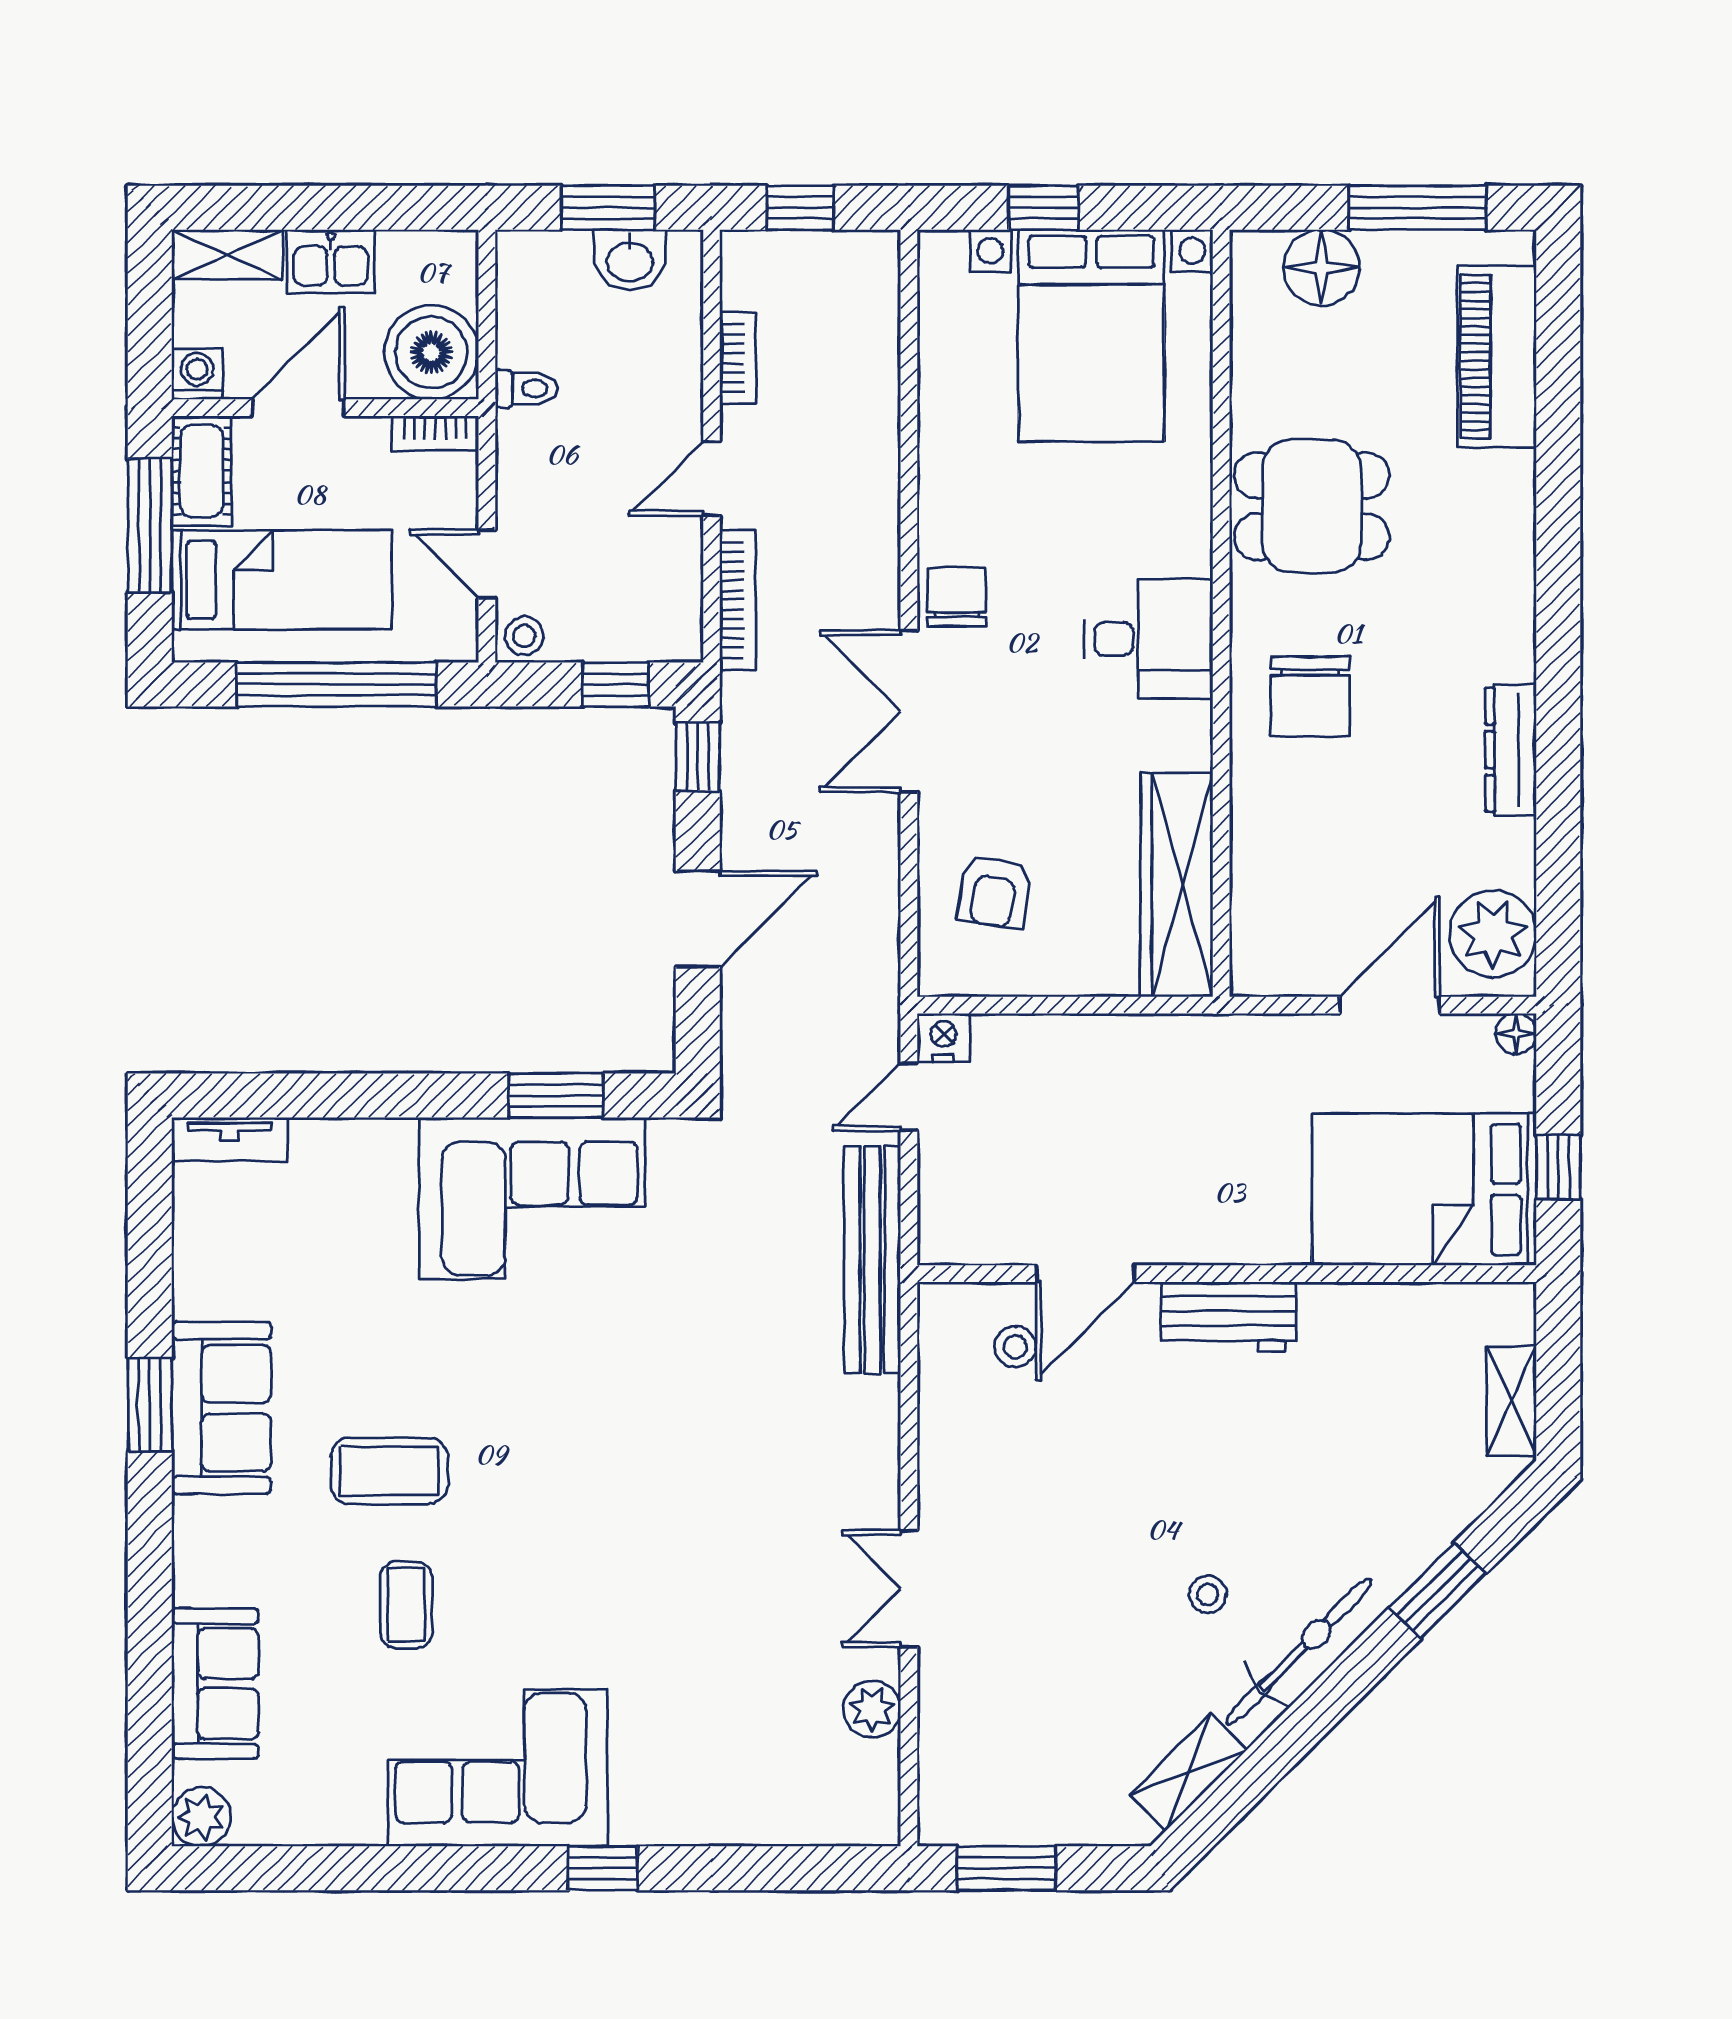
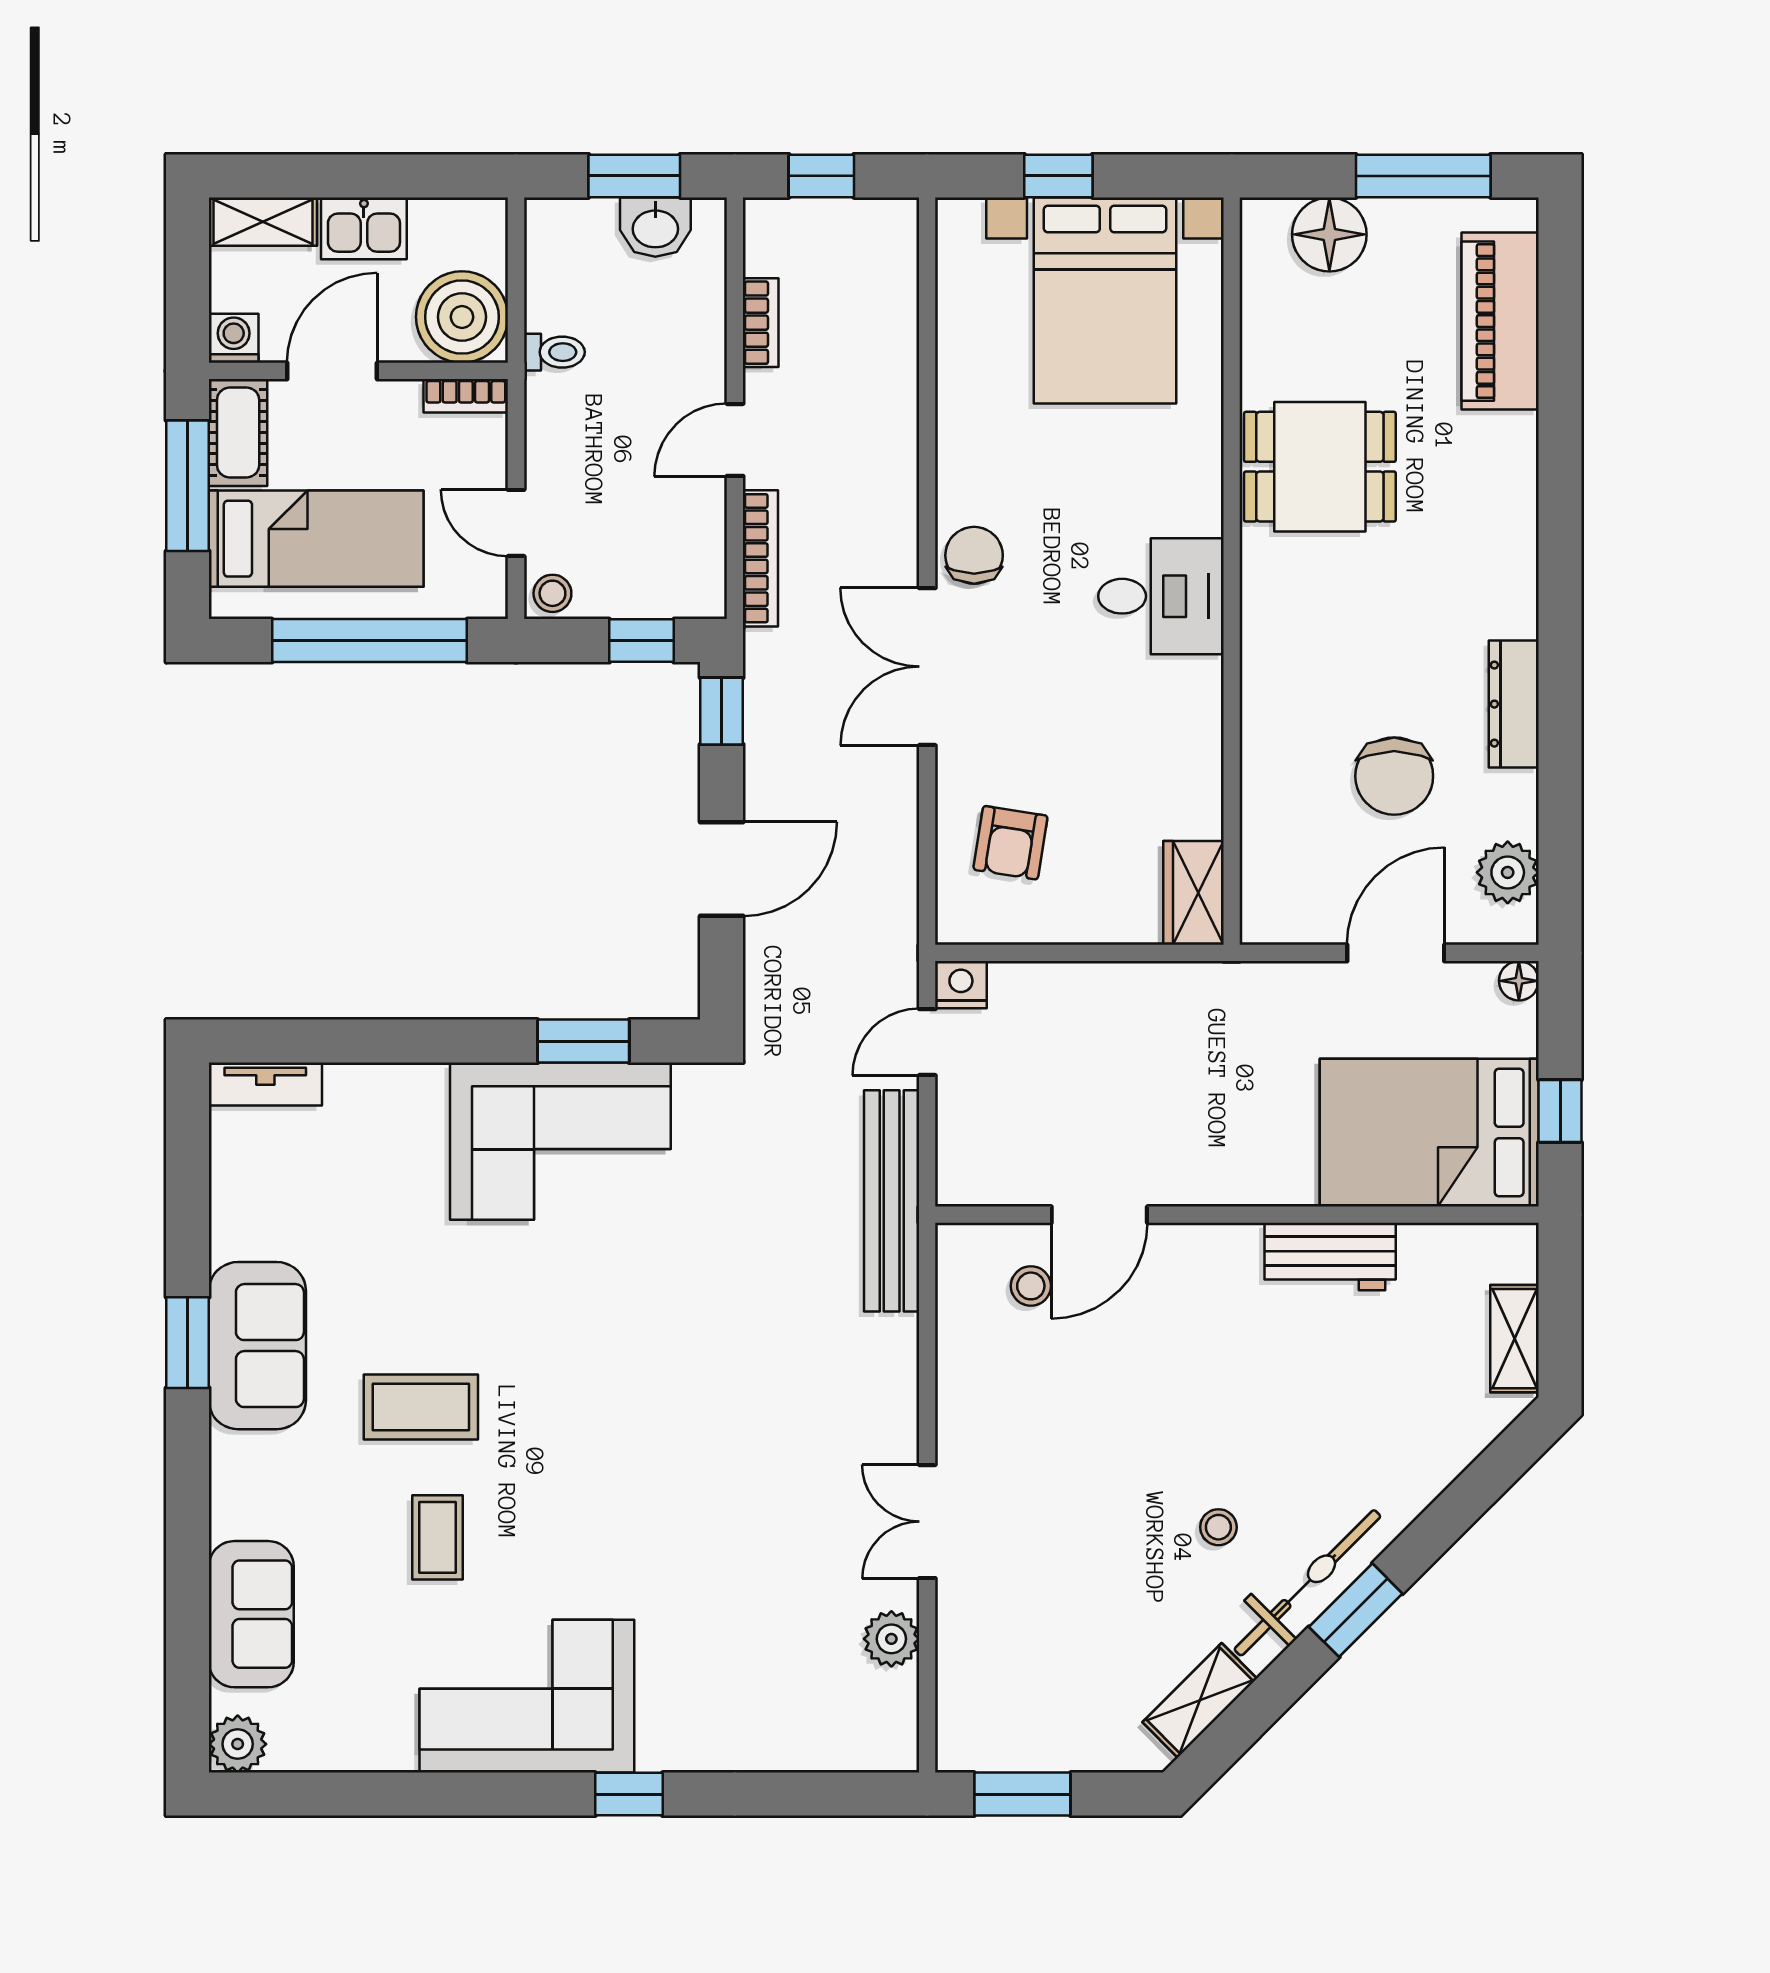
chair: (1310, 696) -> (1394, 776), moved
wardrobe: (1177, 885) -> (1193, 893), width x0.48, depth x0.85
plant: (1493, 934) -> (1508, 872), width x0.73, depth x0.73
workbench: (1229, 1317) -> (1330, 1257), moved
window: (1438, 1591) -> (1356, 1610), moved

